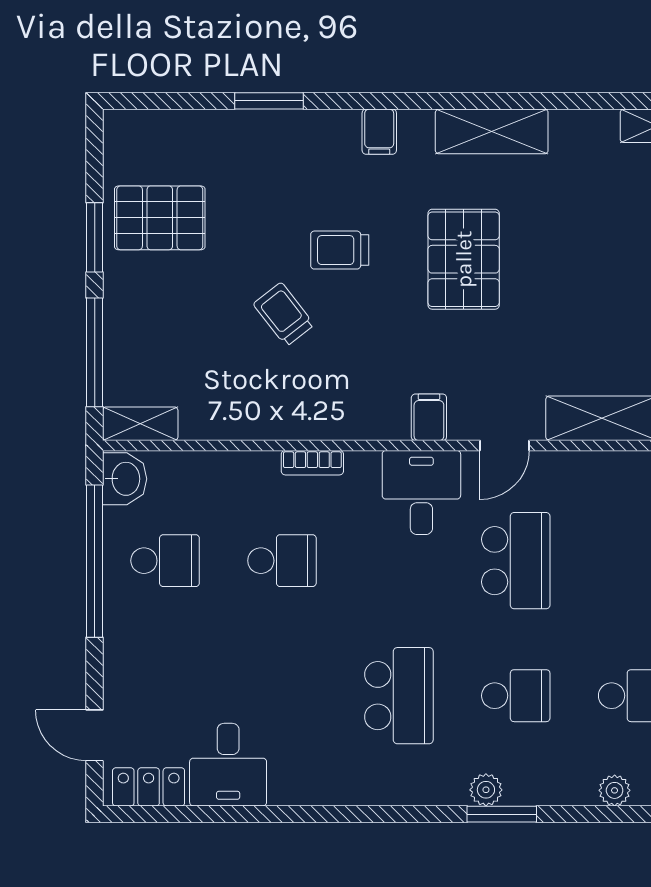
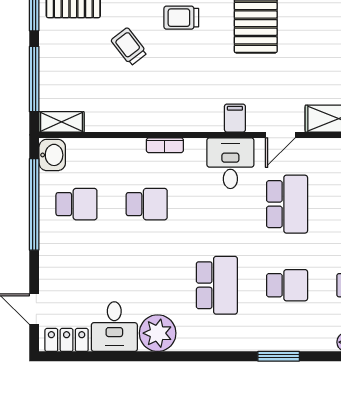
trolley: (284, 314) -> (129, 47), moved
plant: (486, 790) -> (158, 333), moved, width x1.88, depth x1.88

